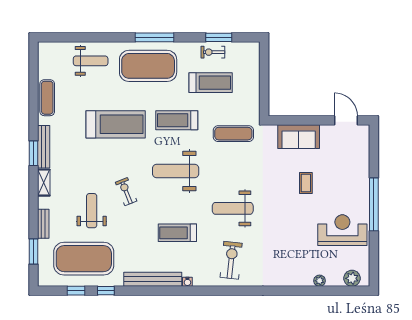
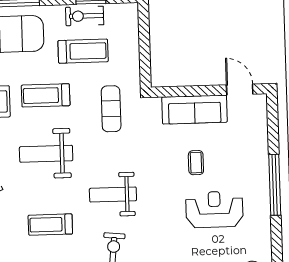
exercise bike: (213, 52) -> (85, 16), width x1.38, depth x1.39
exercise mat: (233, 134) -> (111, 109), turned 90
sofa: (299, 137) -> (195, 110), width x1.36
reception desk: (342, 230) -> (214, 209), moved

